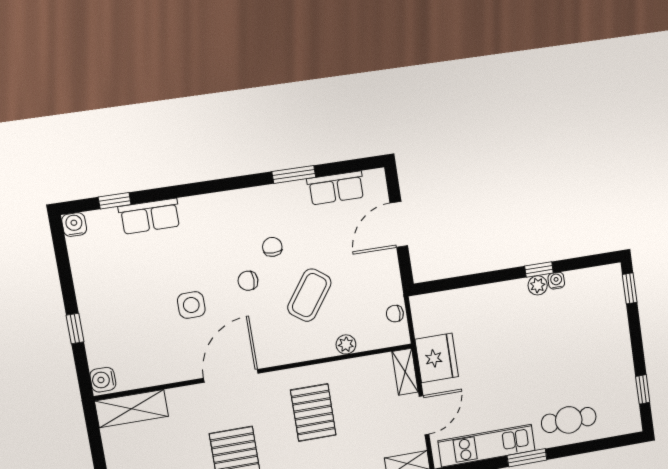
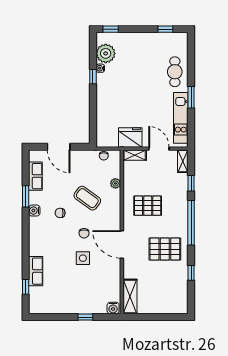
water cooler: (74, 225) -> (34, 211), moved
chair: (248, 281) -> (84, 233), moved
plant: (538, 285) -> (106, 53), moved, width x1.87, depth x1.87

